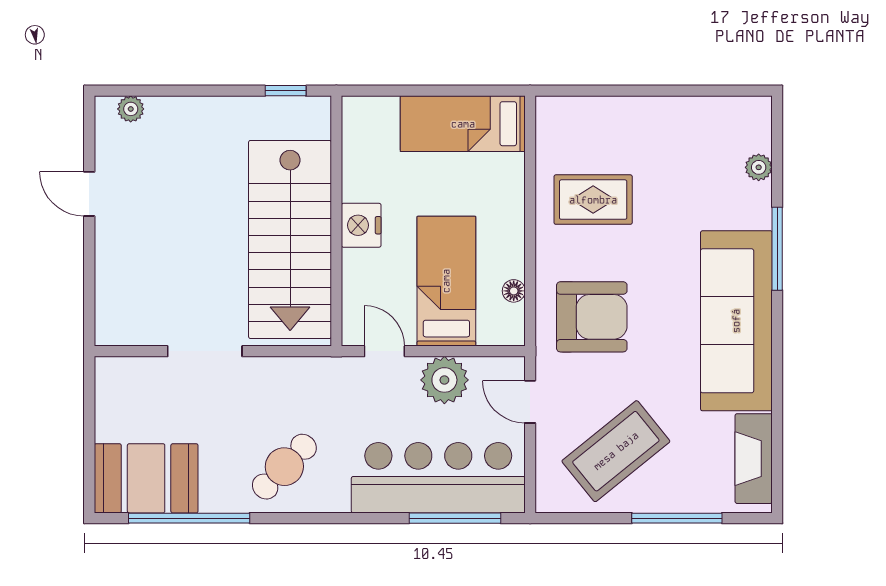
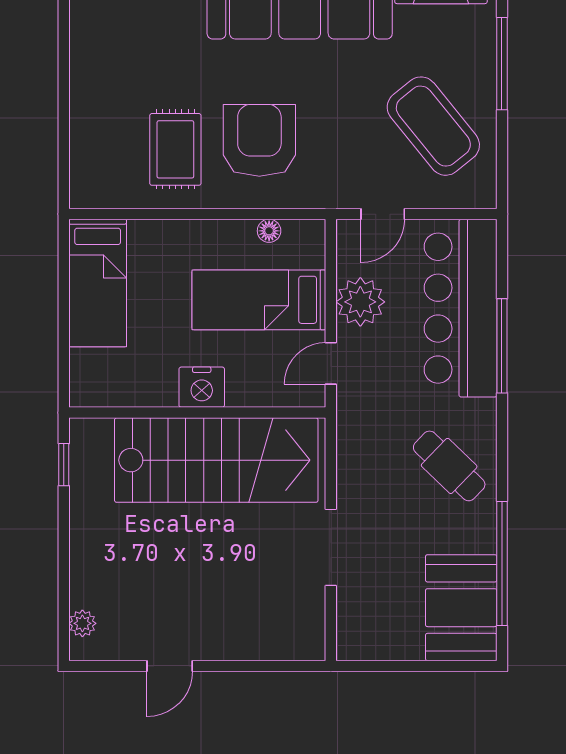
armchair: (592, 317) -> (259, 140), moved
window: (455, 518) -> (502, 346), moved

